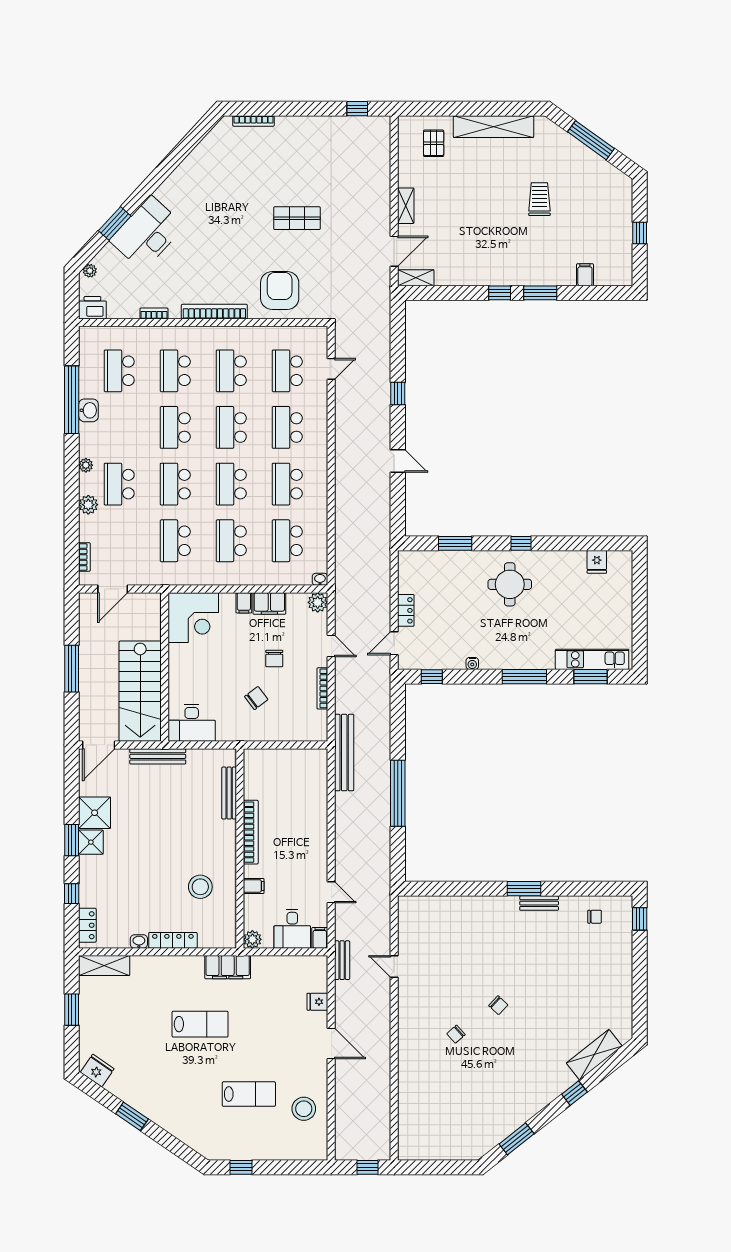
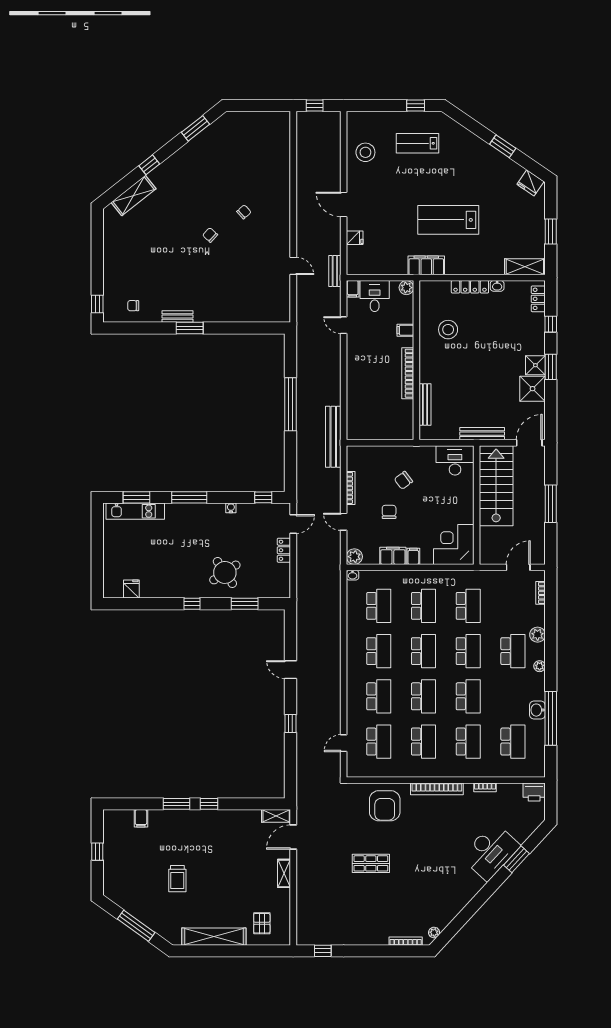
plant: (90, 271) -> (434, 933), moved
round table: (510, 584) -> (225, 572), moved, turned -34
lab bench: (200, 1024) -> (448, 220), width x1.36, depth x1.39
lab bench: (249, 1094) -> (418, 143), moved

